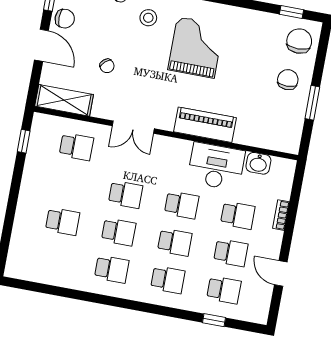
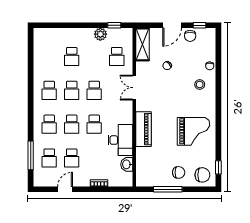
grand piano: (196, 47) -> (193, 131), moved
window: (312, 103) -> (168, 189), width x1.44
plant: (34, 167) -> (100, 34), added
school desk: (238, 215) -> (94, 158), removed
window: (214, 320) -> (31, 155), width x2.17

